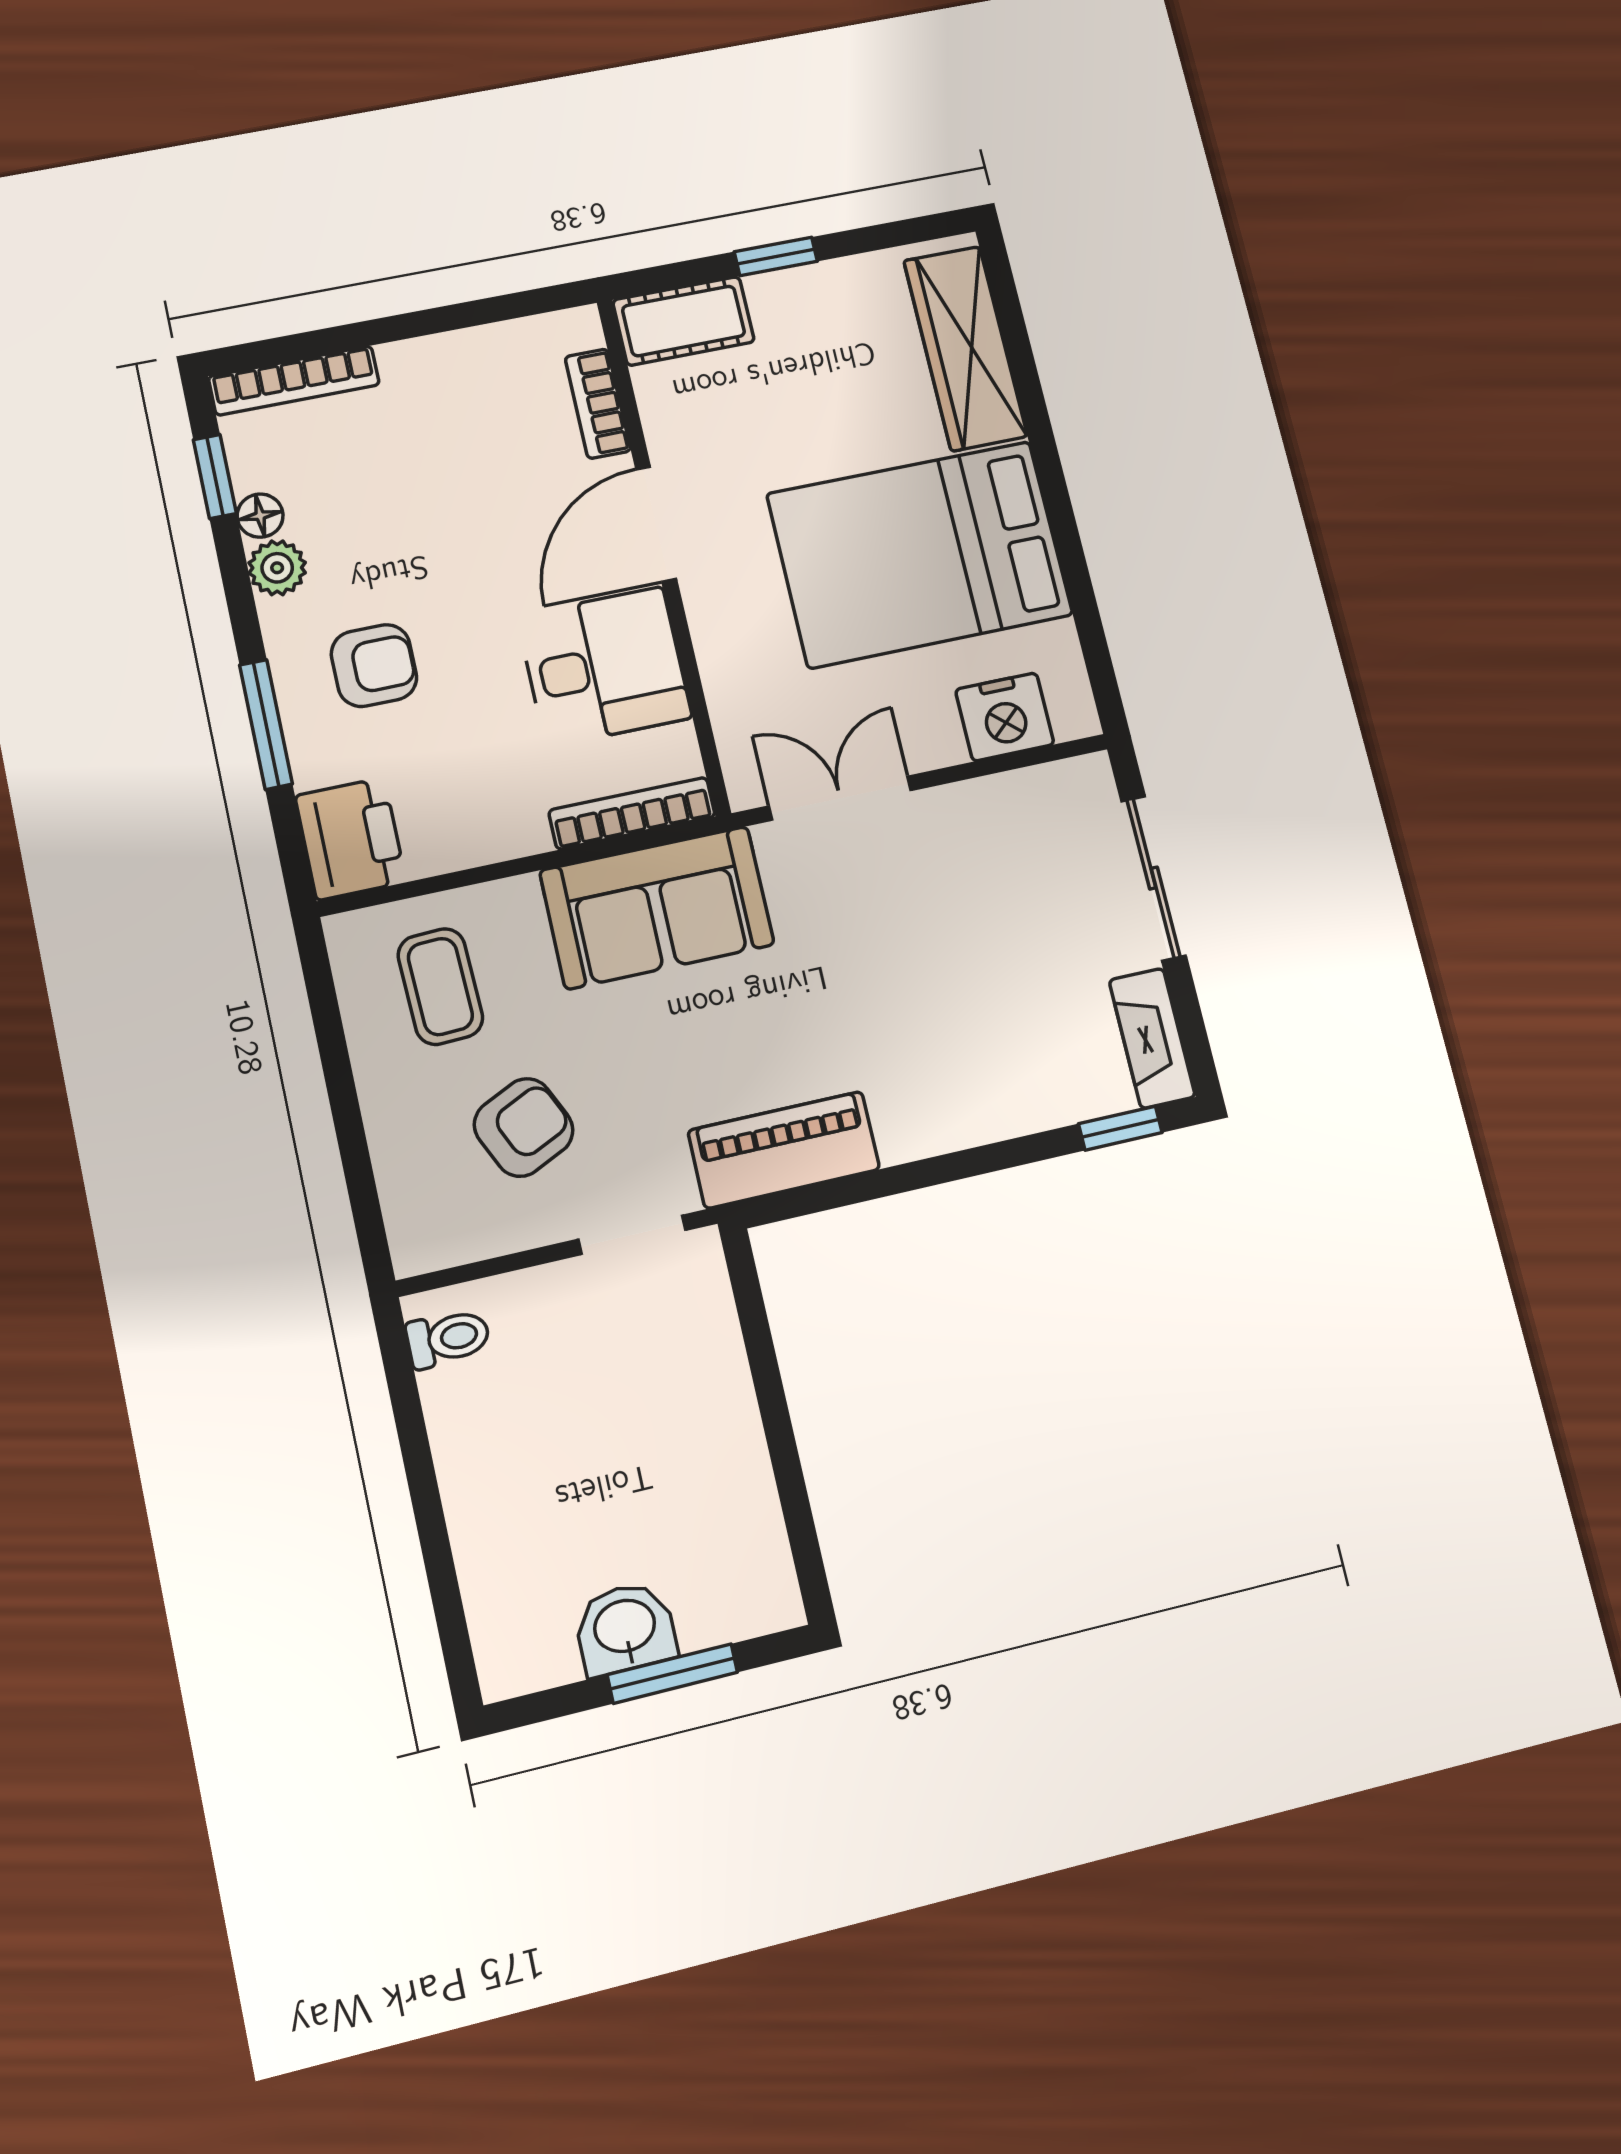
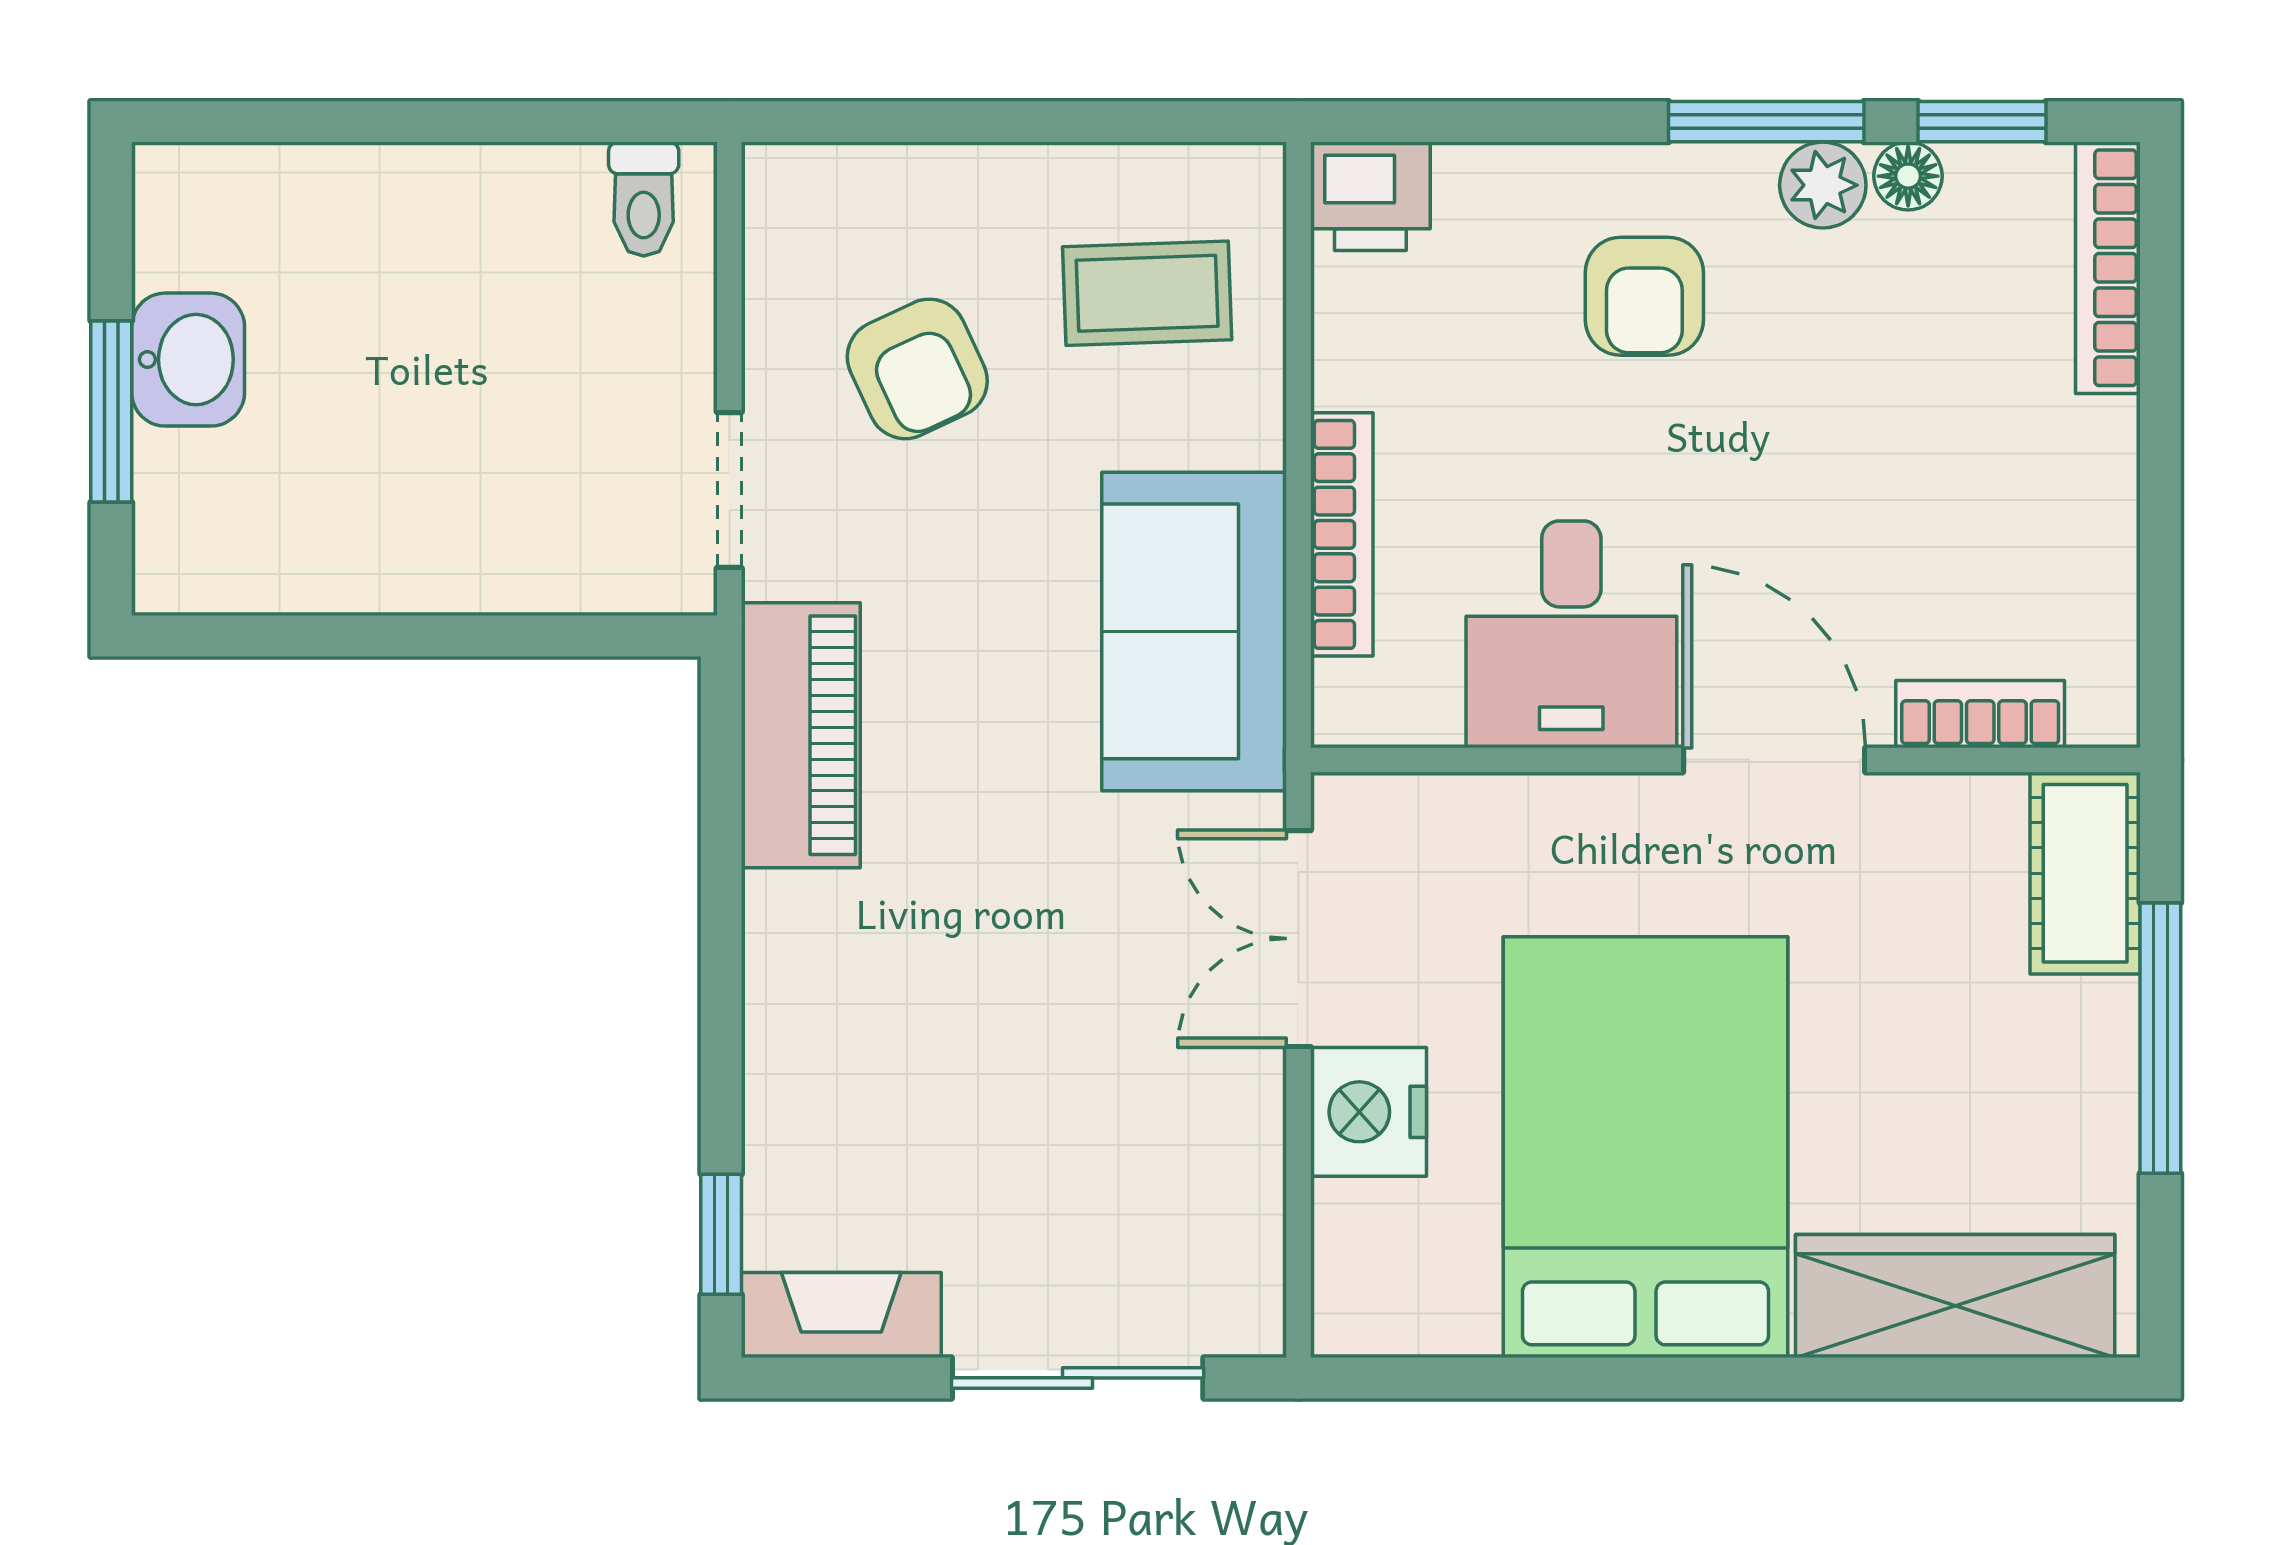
window: (776, 257) -> (2160, 1038), width x2.17
nightstand: (1005, 717) -> (1369, 1112), moved
window: (266, 724) -> (1766, 122), moved
double door: (840, 798) -> (1298, 939), swing flipped
bookcase: (632, 813) -> (1342, 534), moved
printer: (351, 839) -> (1370, 196), width x0.73, depth x0.81

